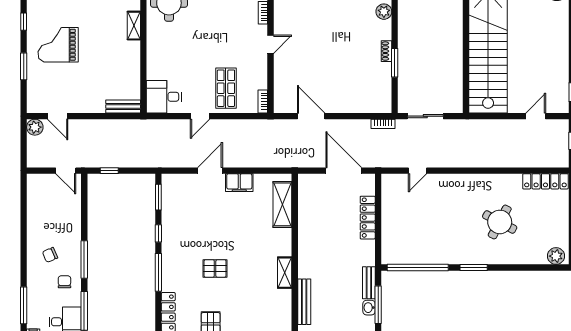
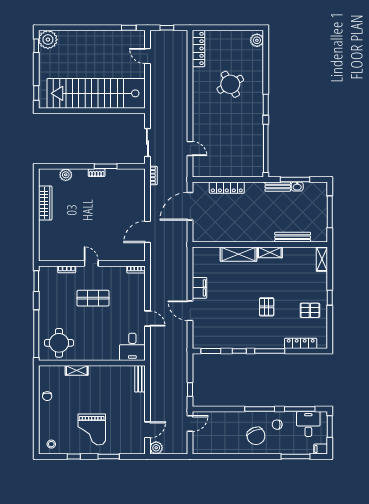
shop shelf: (226, 88) -> (93, 298), moved
shelving: (282, 204) -> (238, 254), moved
round table: (500, 222) -> (230, 84), turned 33
chair: (50, 255) -> (256, 436), width x1.87, depth x1.87

